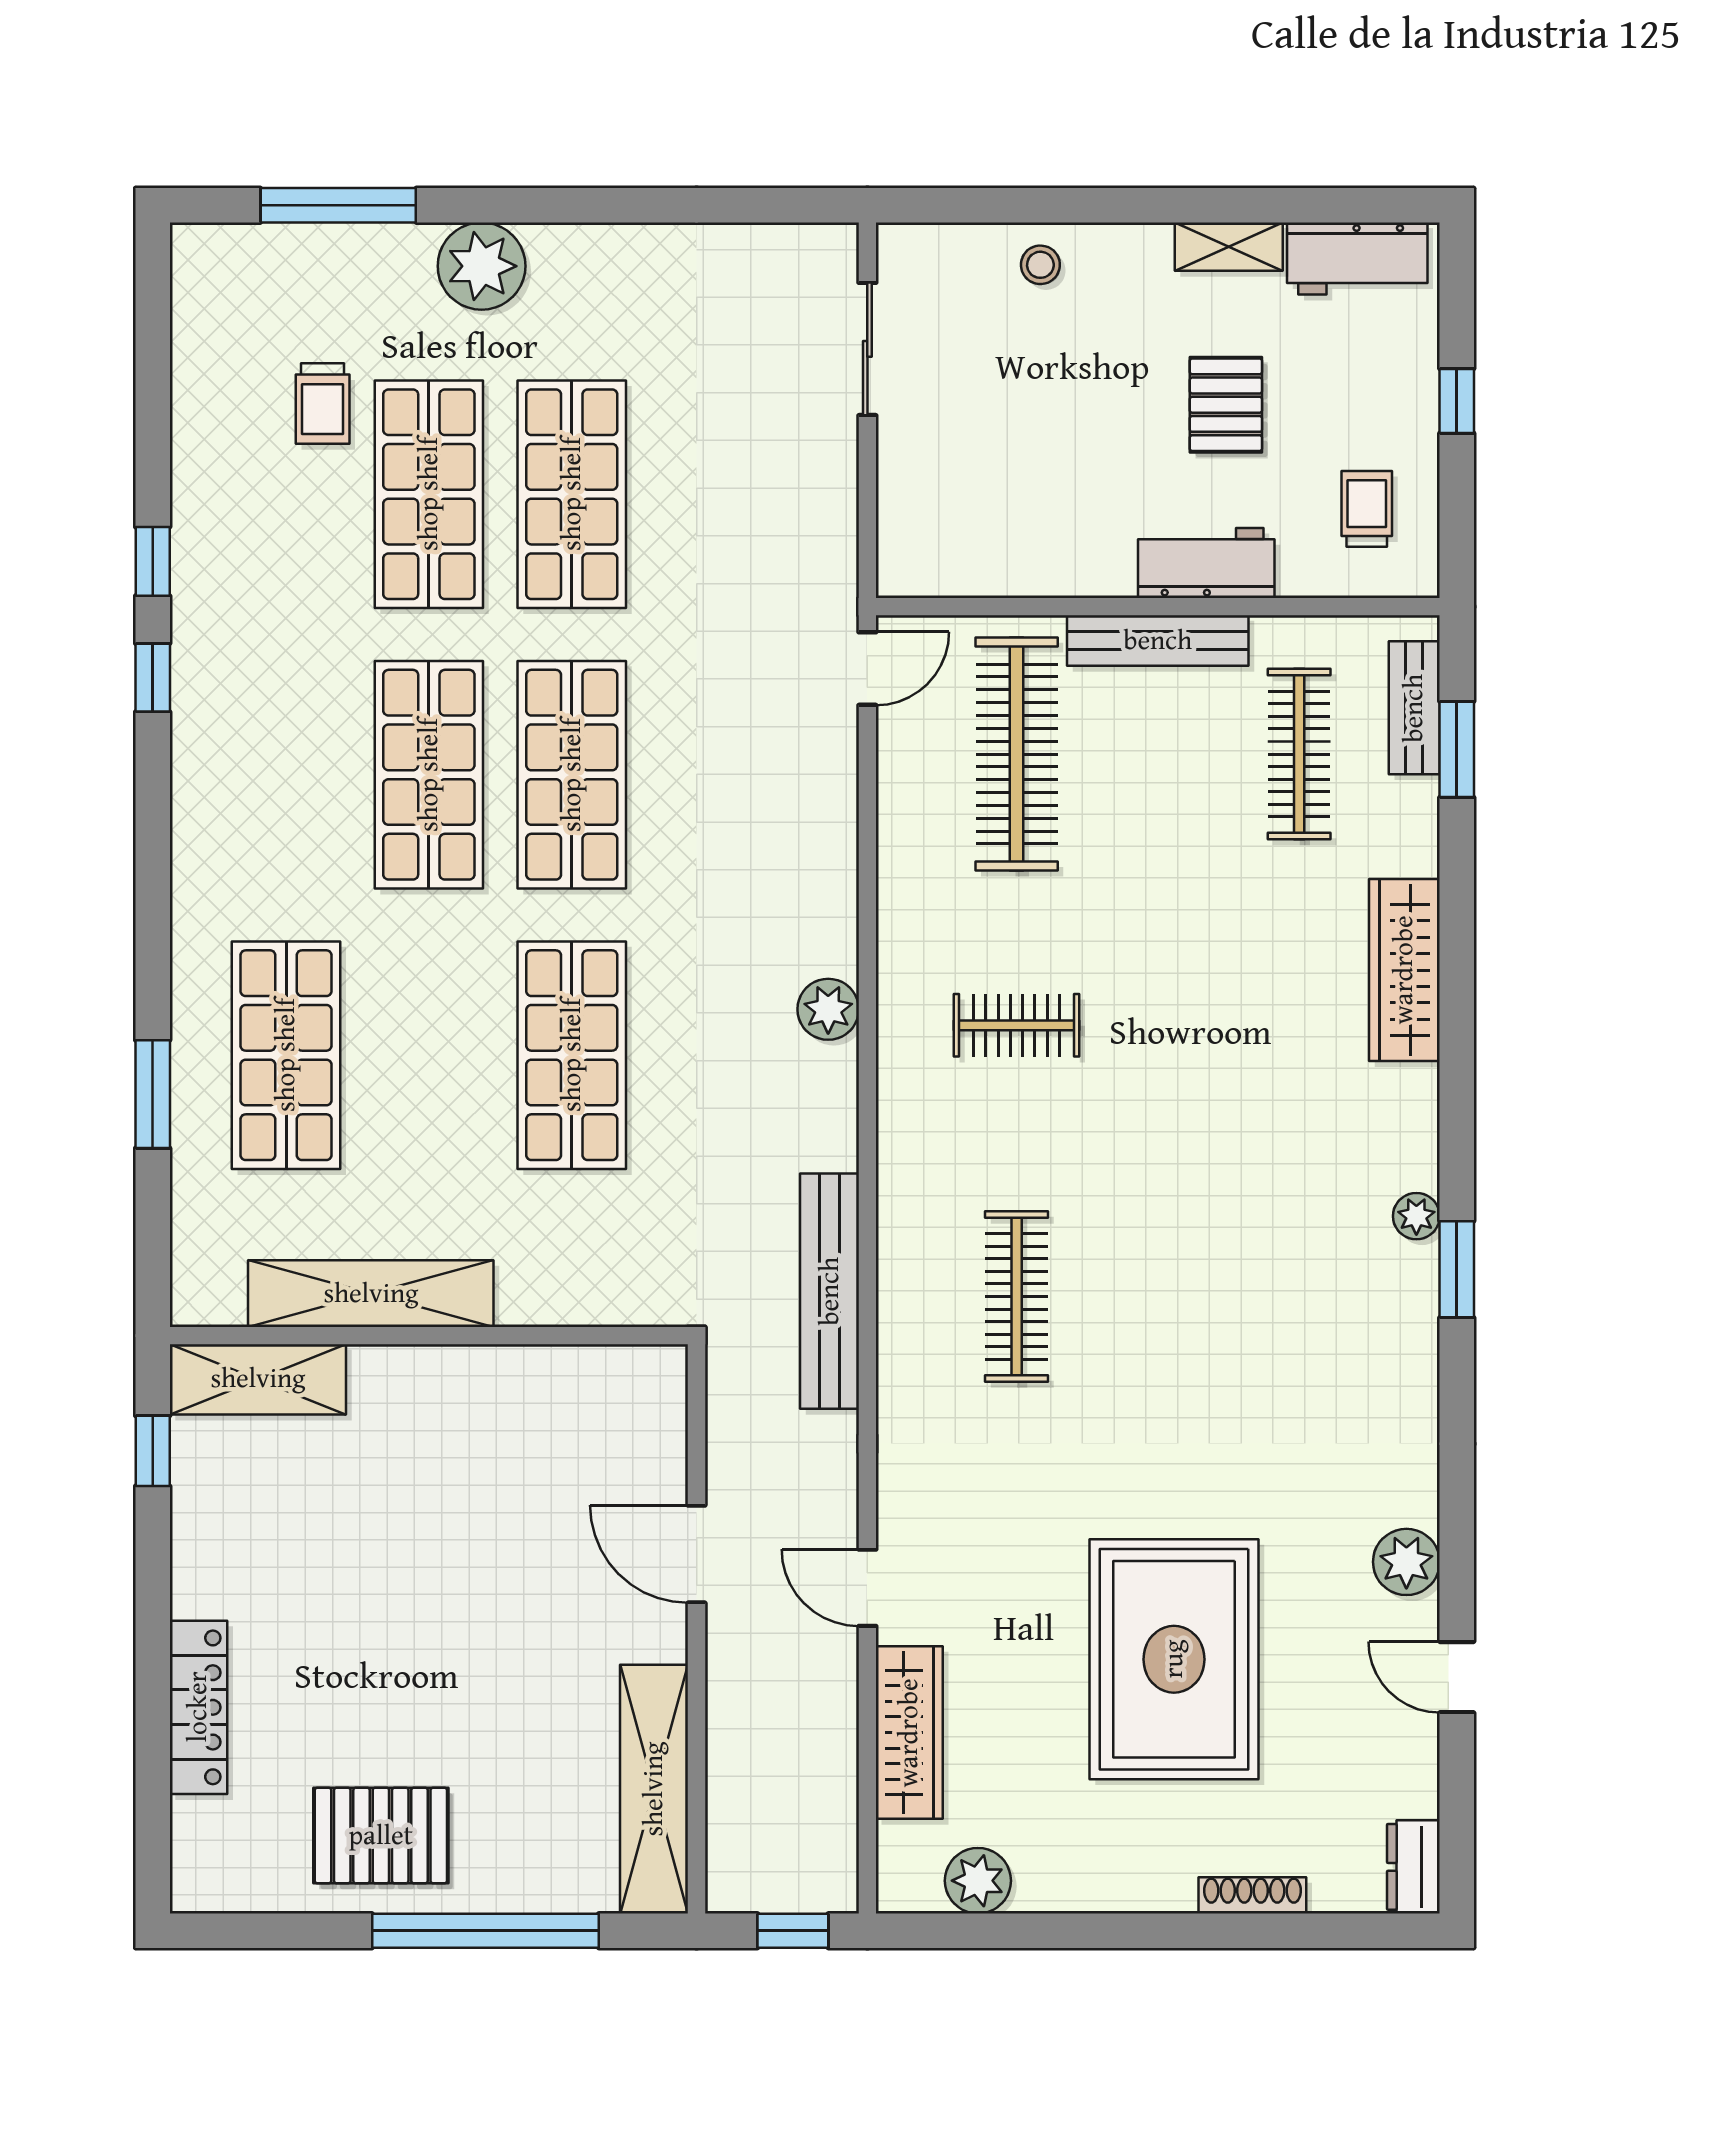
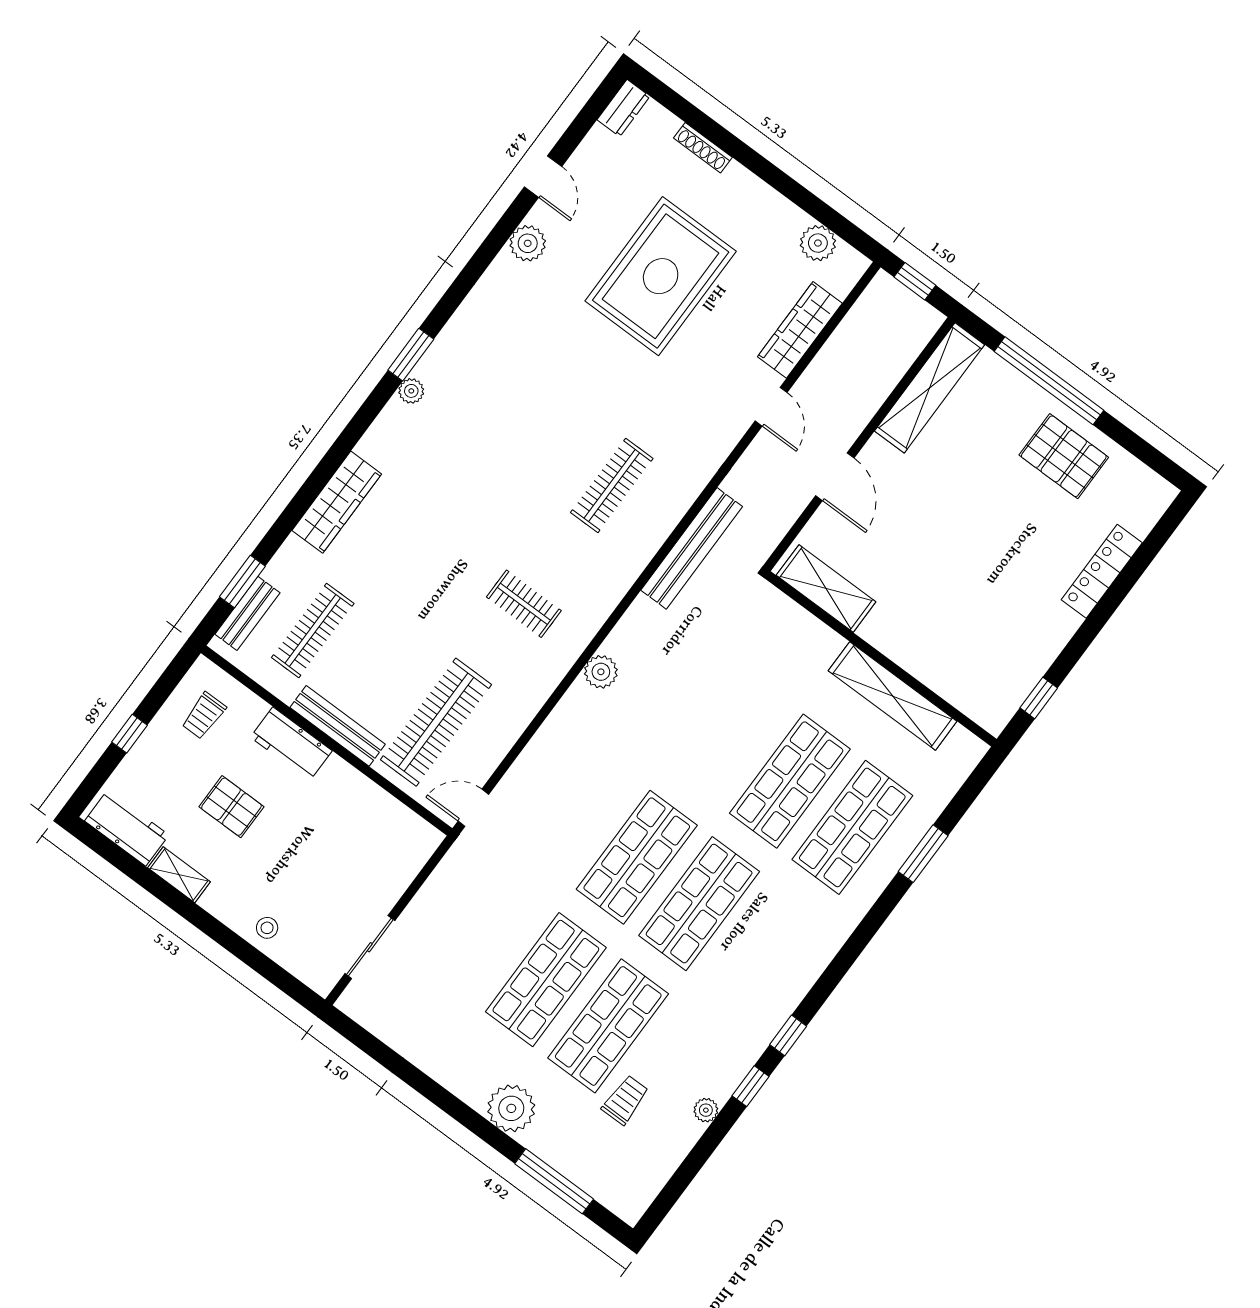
pallet: (1226, 405) -> (231, 807), turned 90
plant: (192, 477) -> (706, 1110), added
shop shelf: (572, 1055) -> (790, 781), moved
shelving: (258, 1379) -> (826, 588), moved

